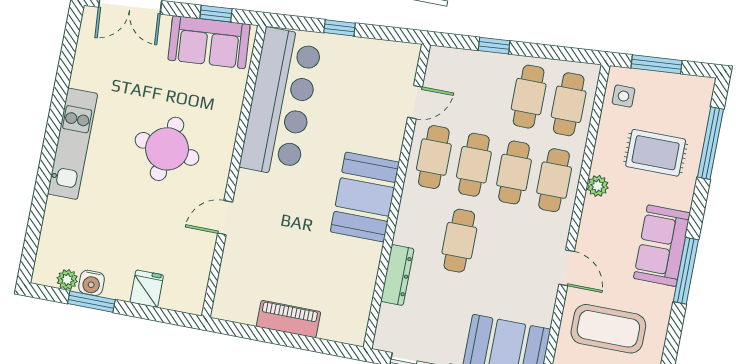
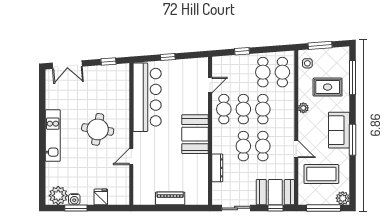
sofa: (209, 42) -> (108, 75), removed
cafe table: (554, 180) -> (263, 146), moved
plant: (67, 280) -> (58, 196), width x1.88, depth x1.88

